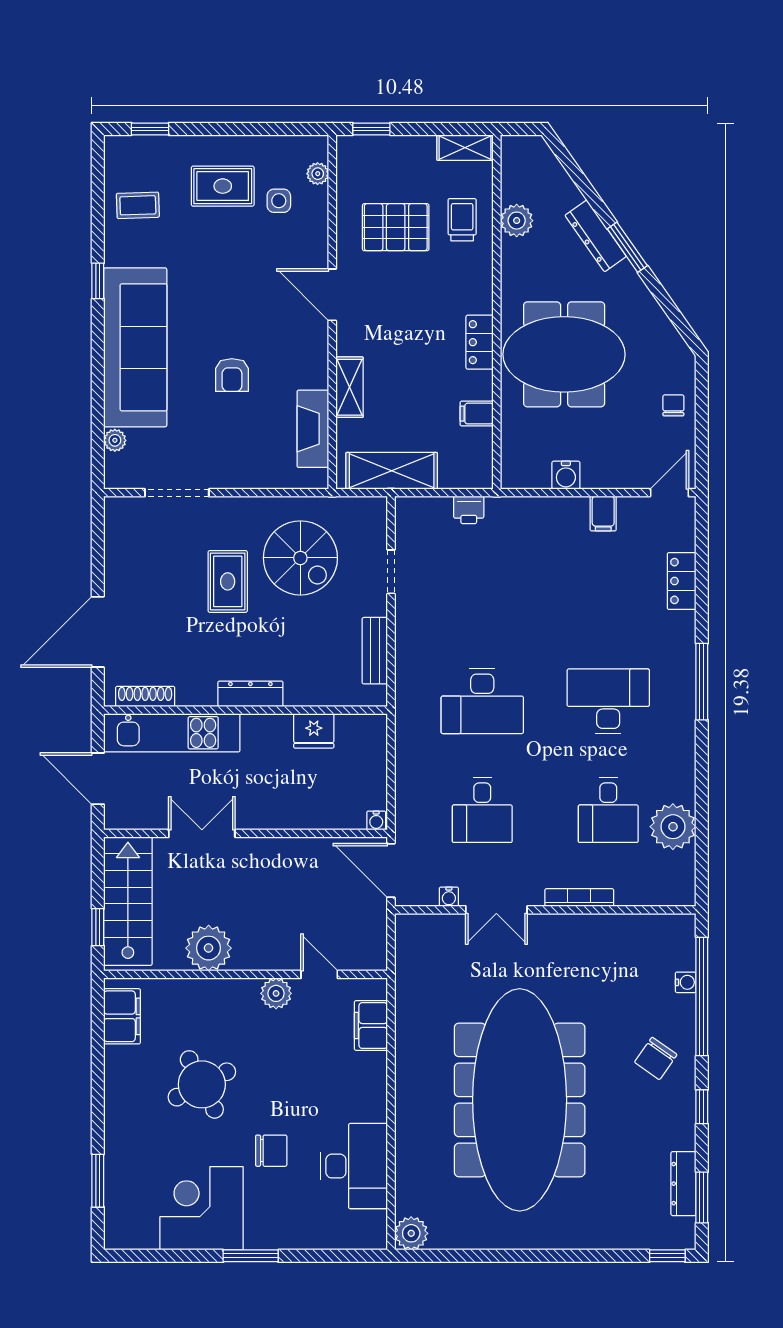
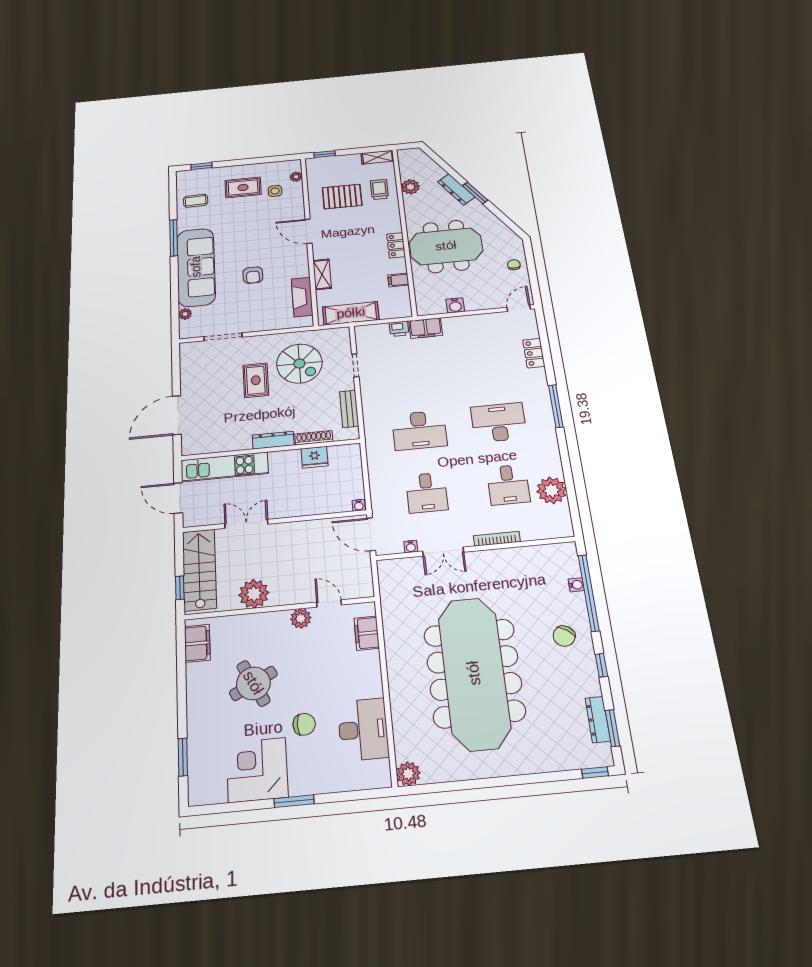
window: (98, 281) -> (174, 238), width x2.17
filing cabinet: (603, 514) -> (426, 328), moved, width x2.00
shoe rack: (145, 696) -> (314, 438), moved

